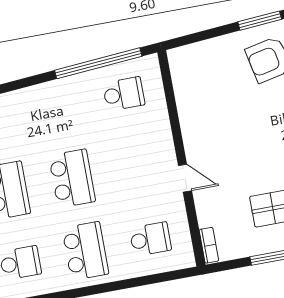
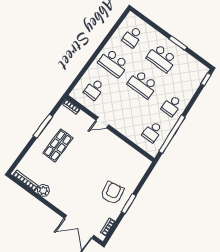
school desk: (59, 106) -> (172, 106), added

